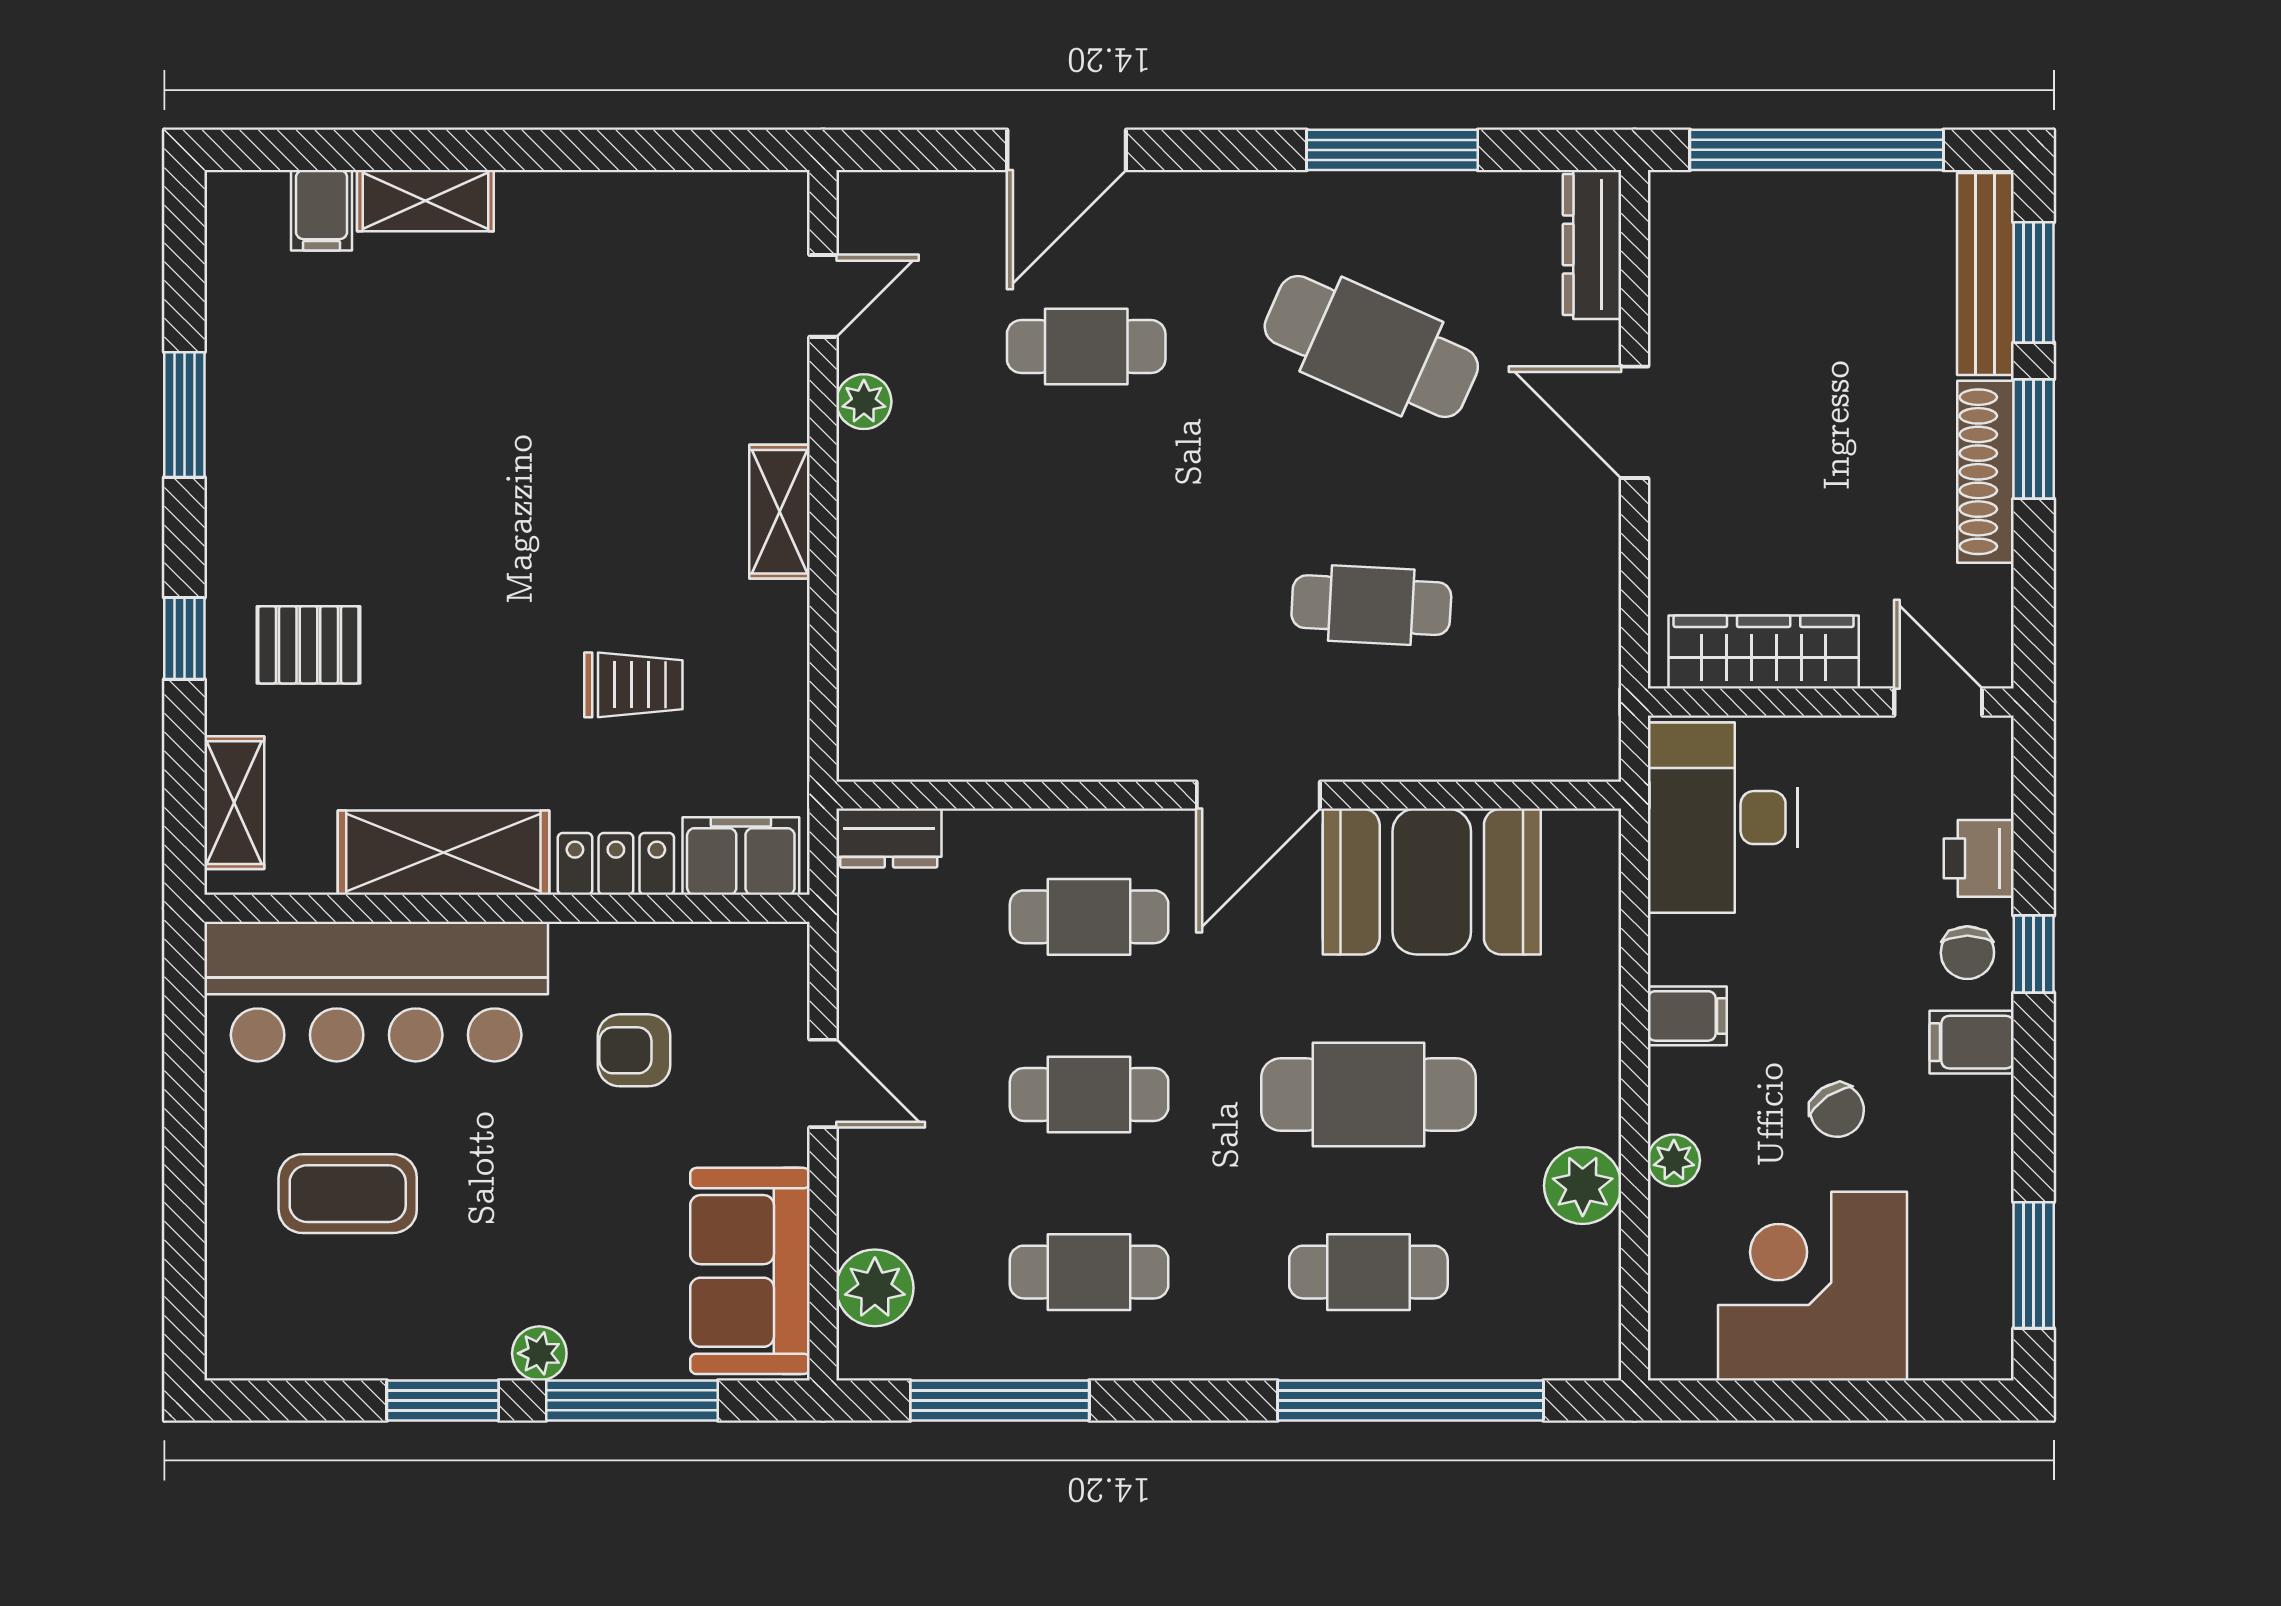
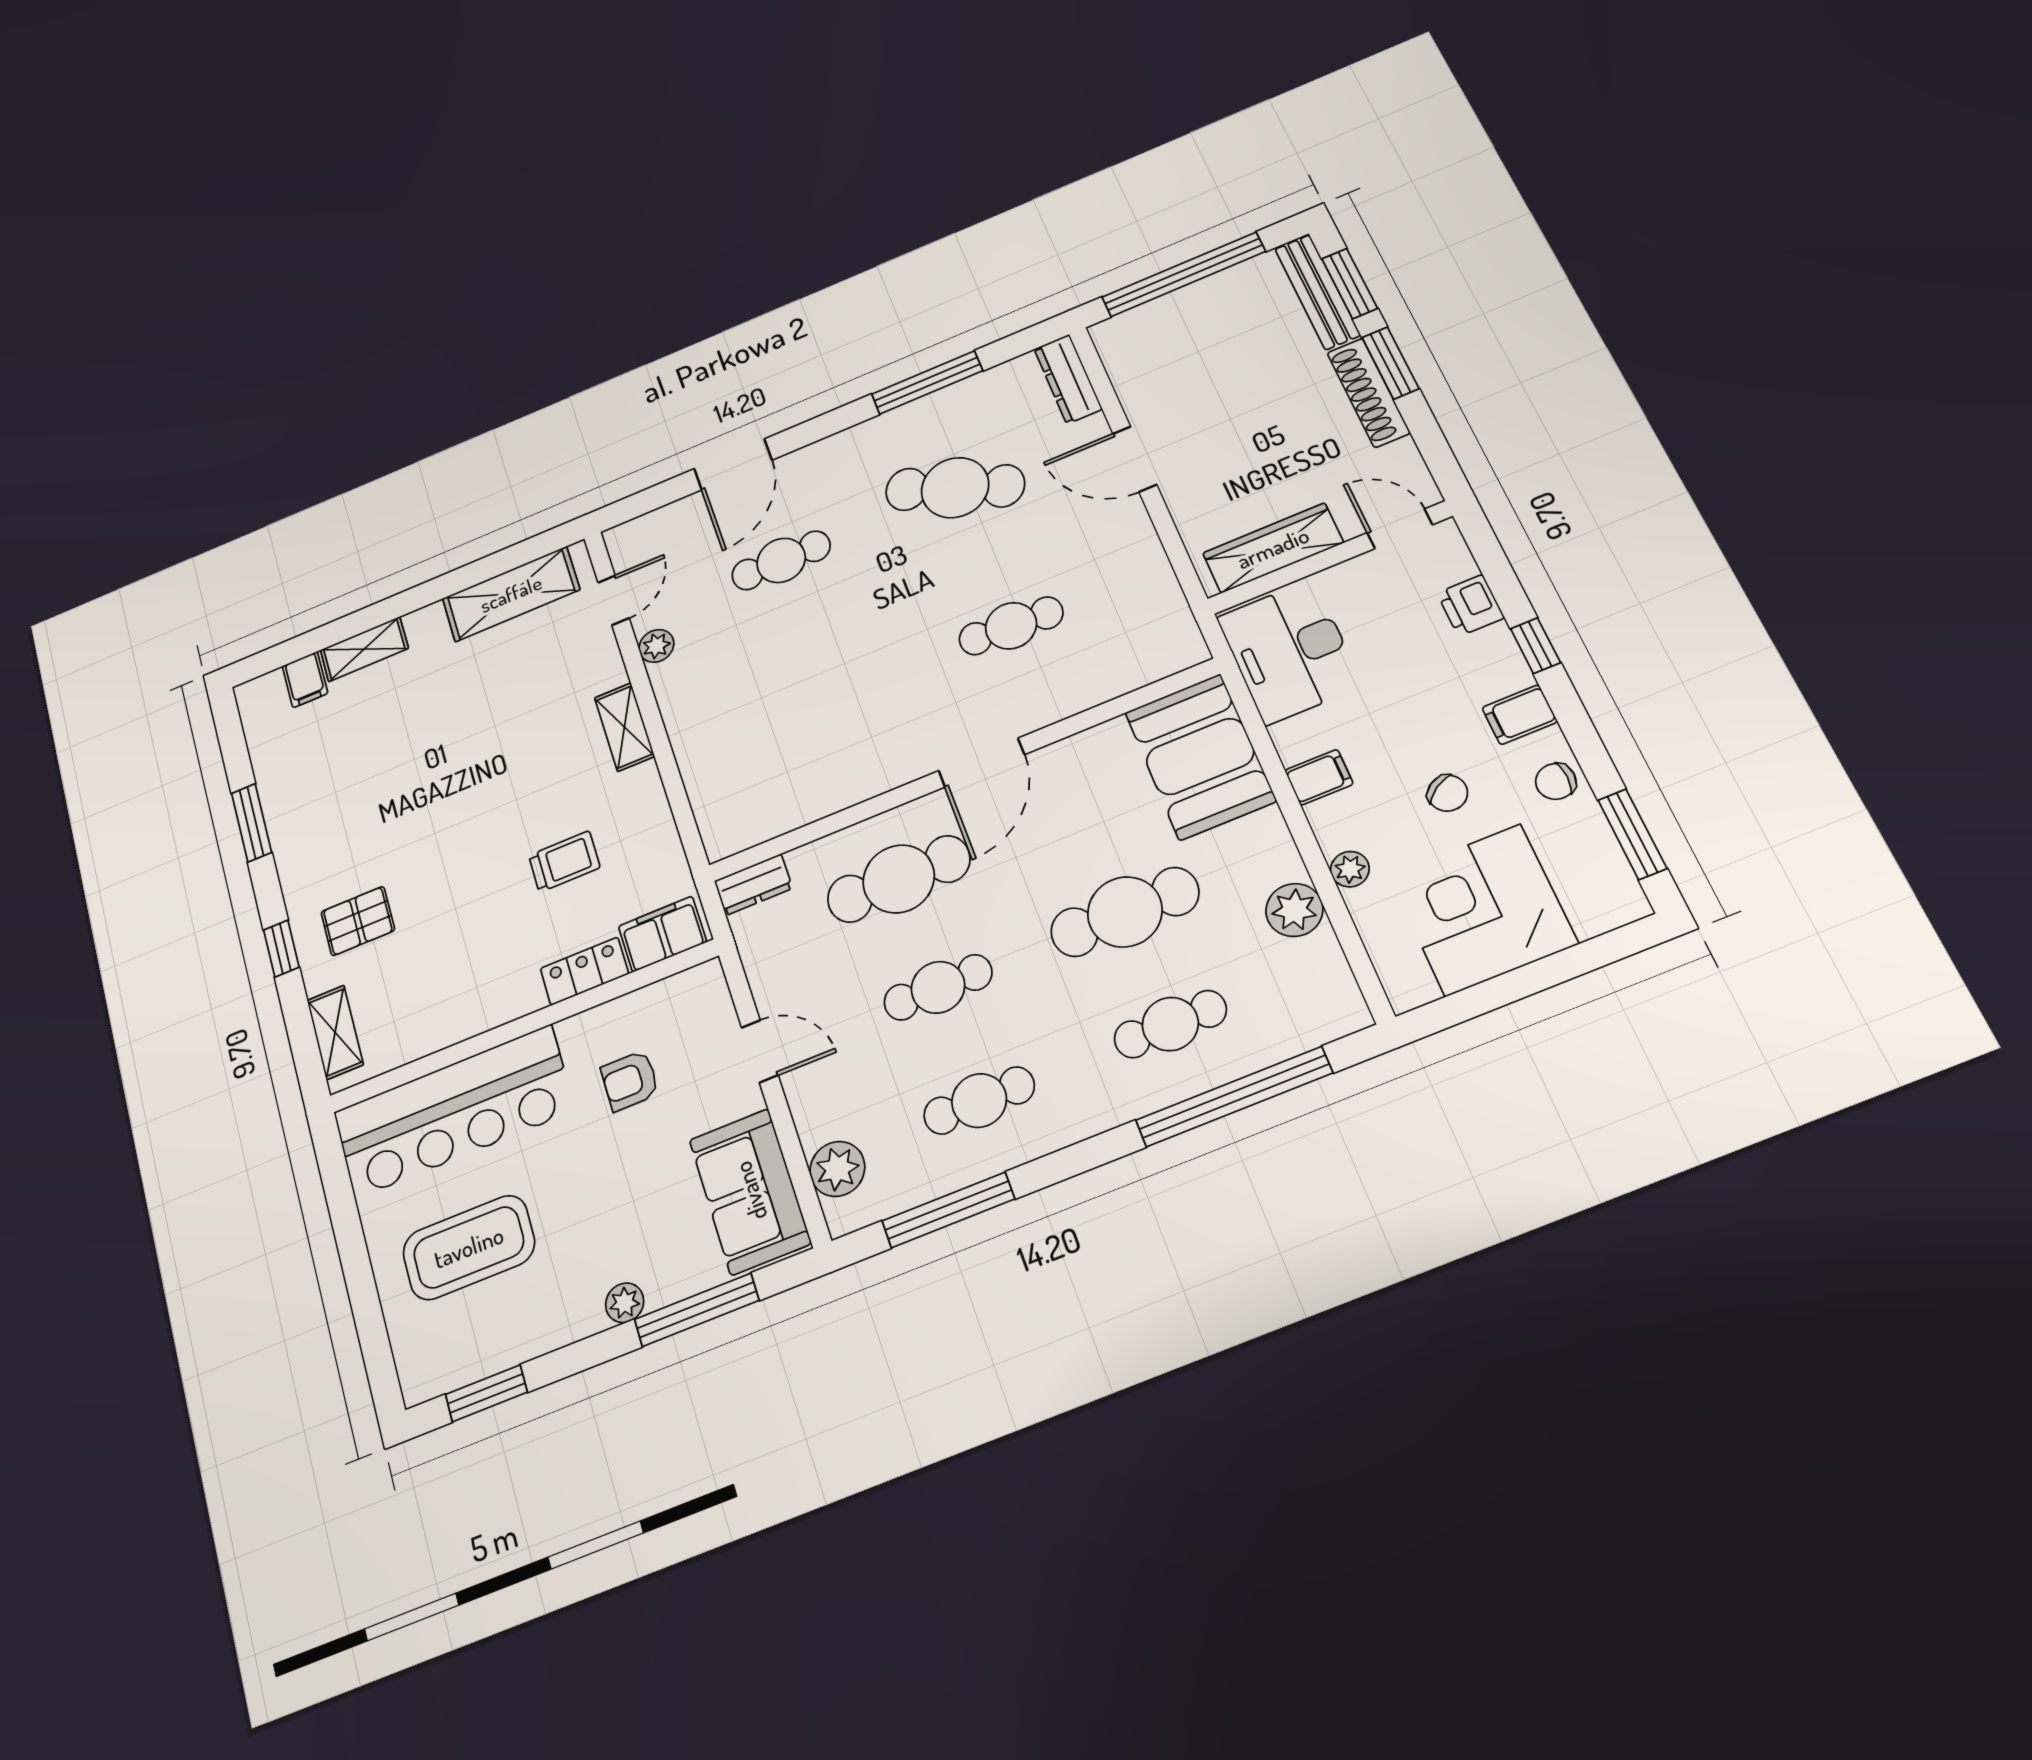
shelving: (443, 853) -> (511, 594), moved
booth: (1432, 881) -> (1200, 756), moved, turned 90
cafe table: (1089, 917) -> (899, 879), width x1.37, depth x1.35
chair: (1967, 953) -> (1556, 781), moved, turned 90
coffee table: (348, 1194) -> (469, 1247), width x1.36, depth x1.32
window: (443, 1400) -> (486, 1393), moved

